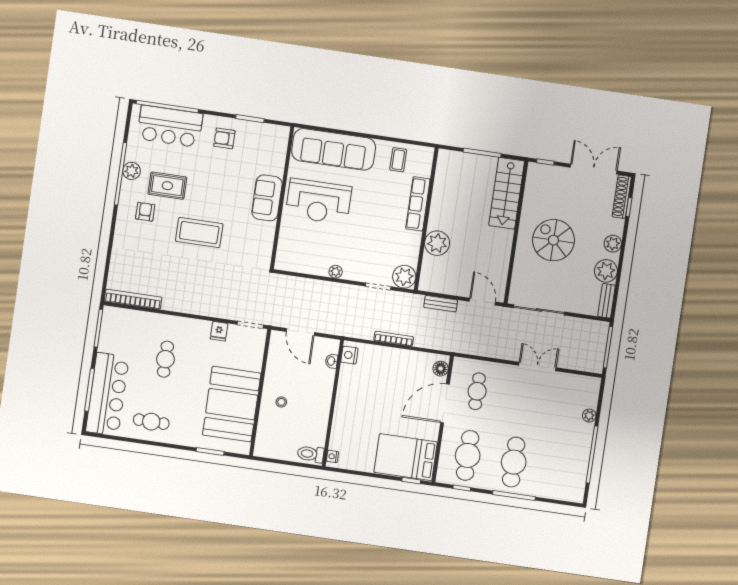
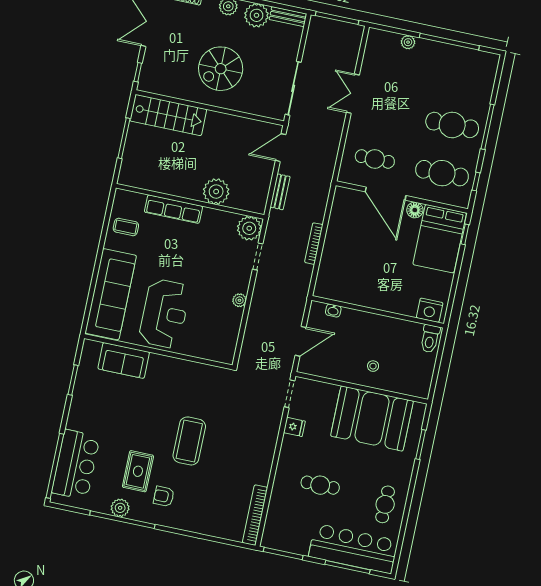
armchair: (224, 138) -> (92, 408), removed
sofa: (267, 198) -> (124, 360), moved
nightstand: (349, 355) -> (328, 291), removed
floor lamp: (441, 369) -> (415, 210), moved
nightstand: (332, 456) -> (430, 310), width x1.89, depth x1.79

